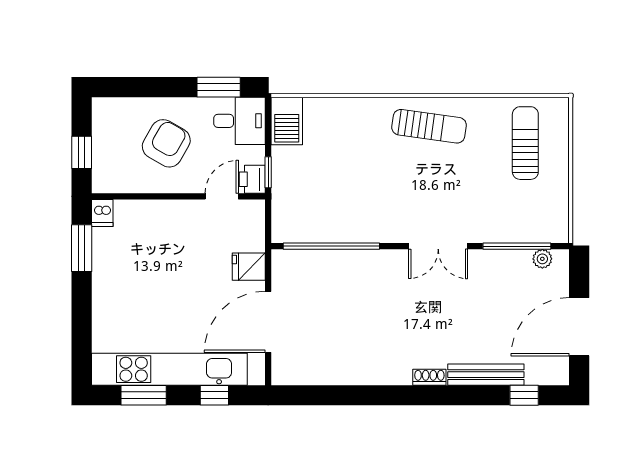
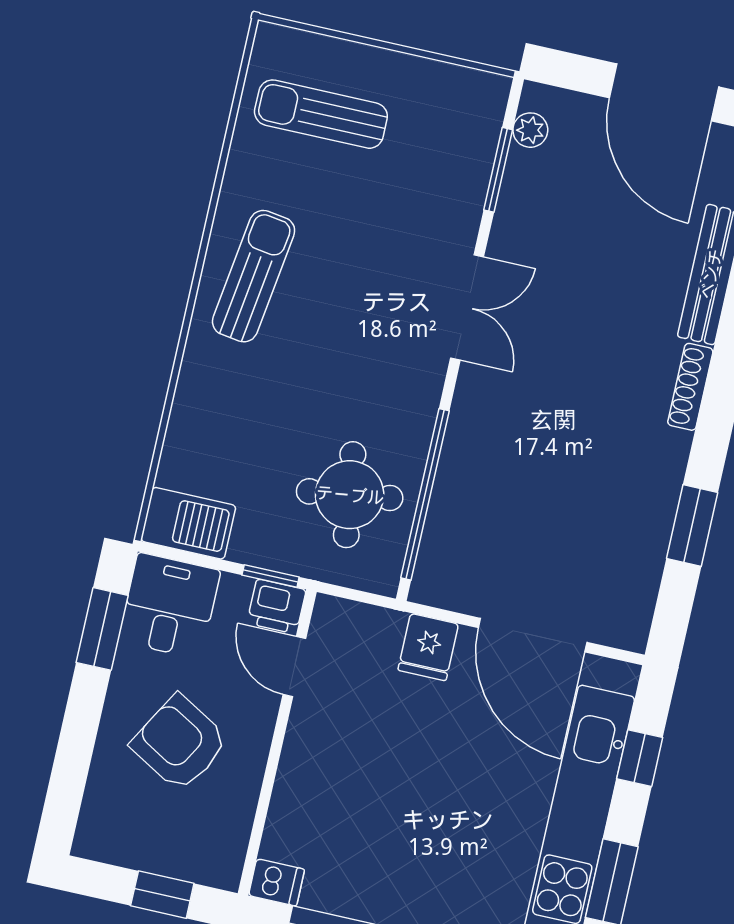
round table: (322, 205) -> (350, 495), added
window: (517, 246) -> (498, 170), width x0.69
shoe rack: (429, 377) -> (690, 387), width x1.43
window: (347, 395) -> (692, 526), added

